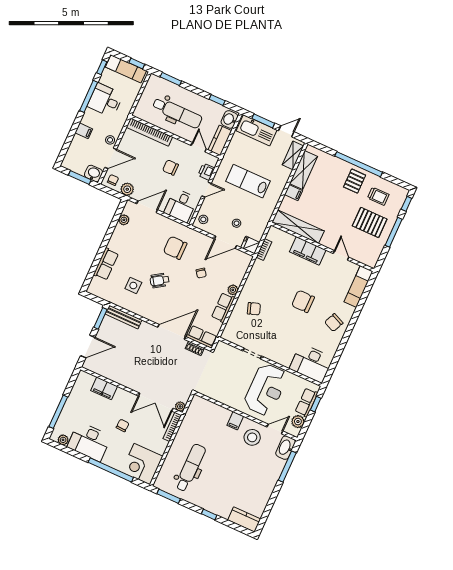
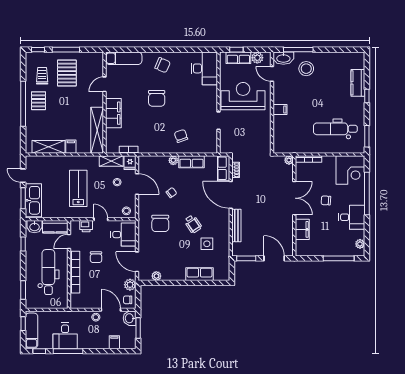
filing cabinet: (84, 131) -> (114, 342), moved
bookcase: (149, 132) -> (75, 272), moved
shelving: (293, 155) -> (111, 161), moved
lab bench: (248, 181) -> (78, 188), turned 180
pallet: (355, 181) -> (39, 101), turned 90
bench: (124, 317) -> (236, 226), moved
double door: (156, 402) -> (294, 198), moved
stool: (252, 437) -> (306, 69), moved
desk: (89, 442) -> (352, 217), width x0.73
kitchen counter: (244, 520) -> (358, 83), moved

